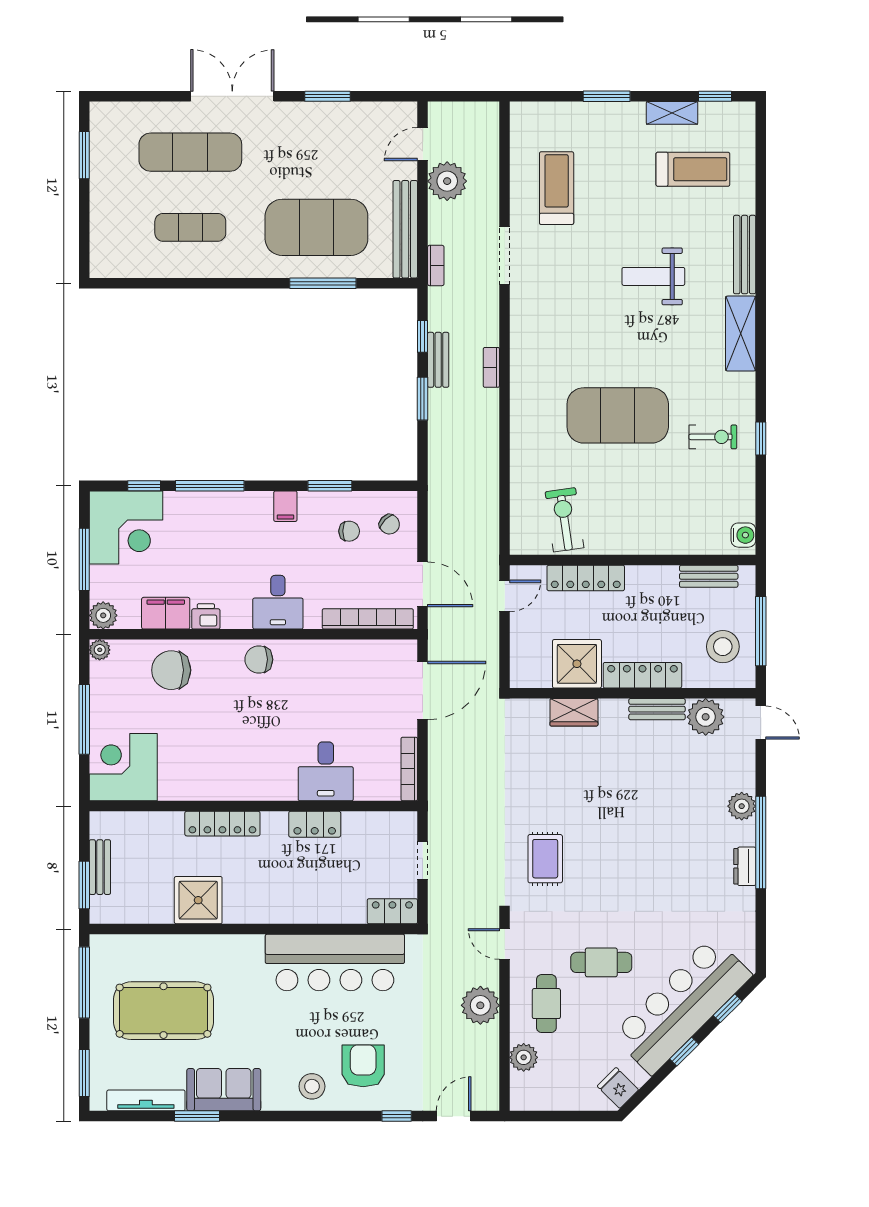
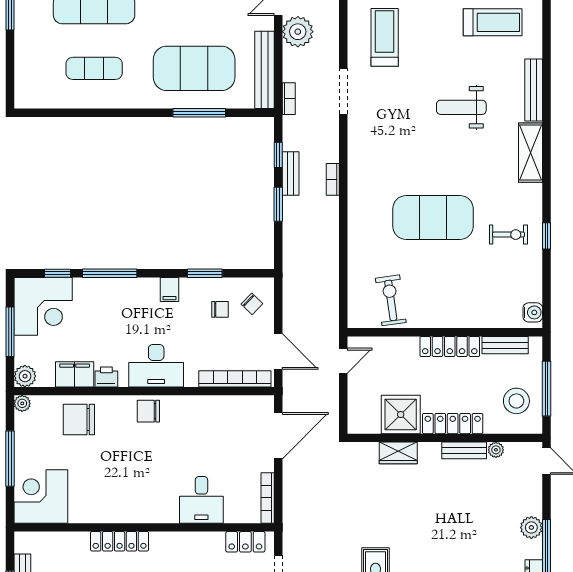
locker: (586, 578) -> (450, 346), moved
desk: (278, 602) -> (156, 366), width x1.37
plant: (706, 717) -> (496, 450), width x0.53, depth x0.53
locker: (315, 824) -> (245, 542), moved

